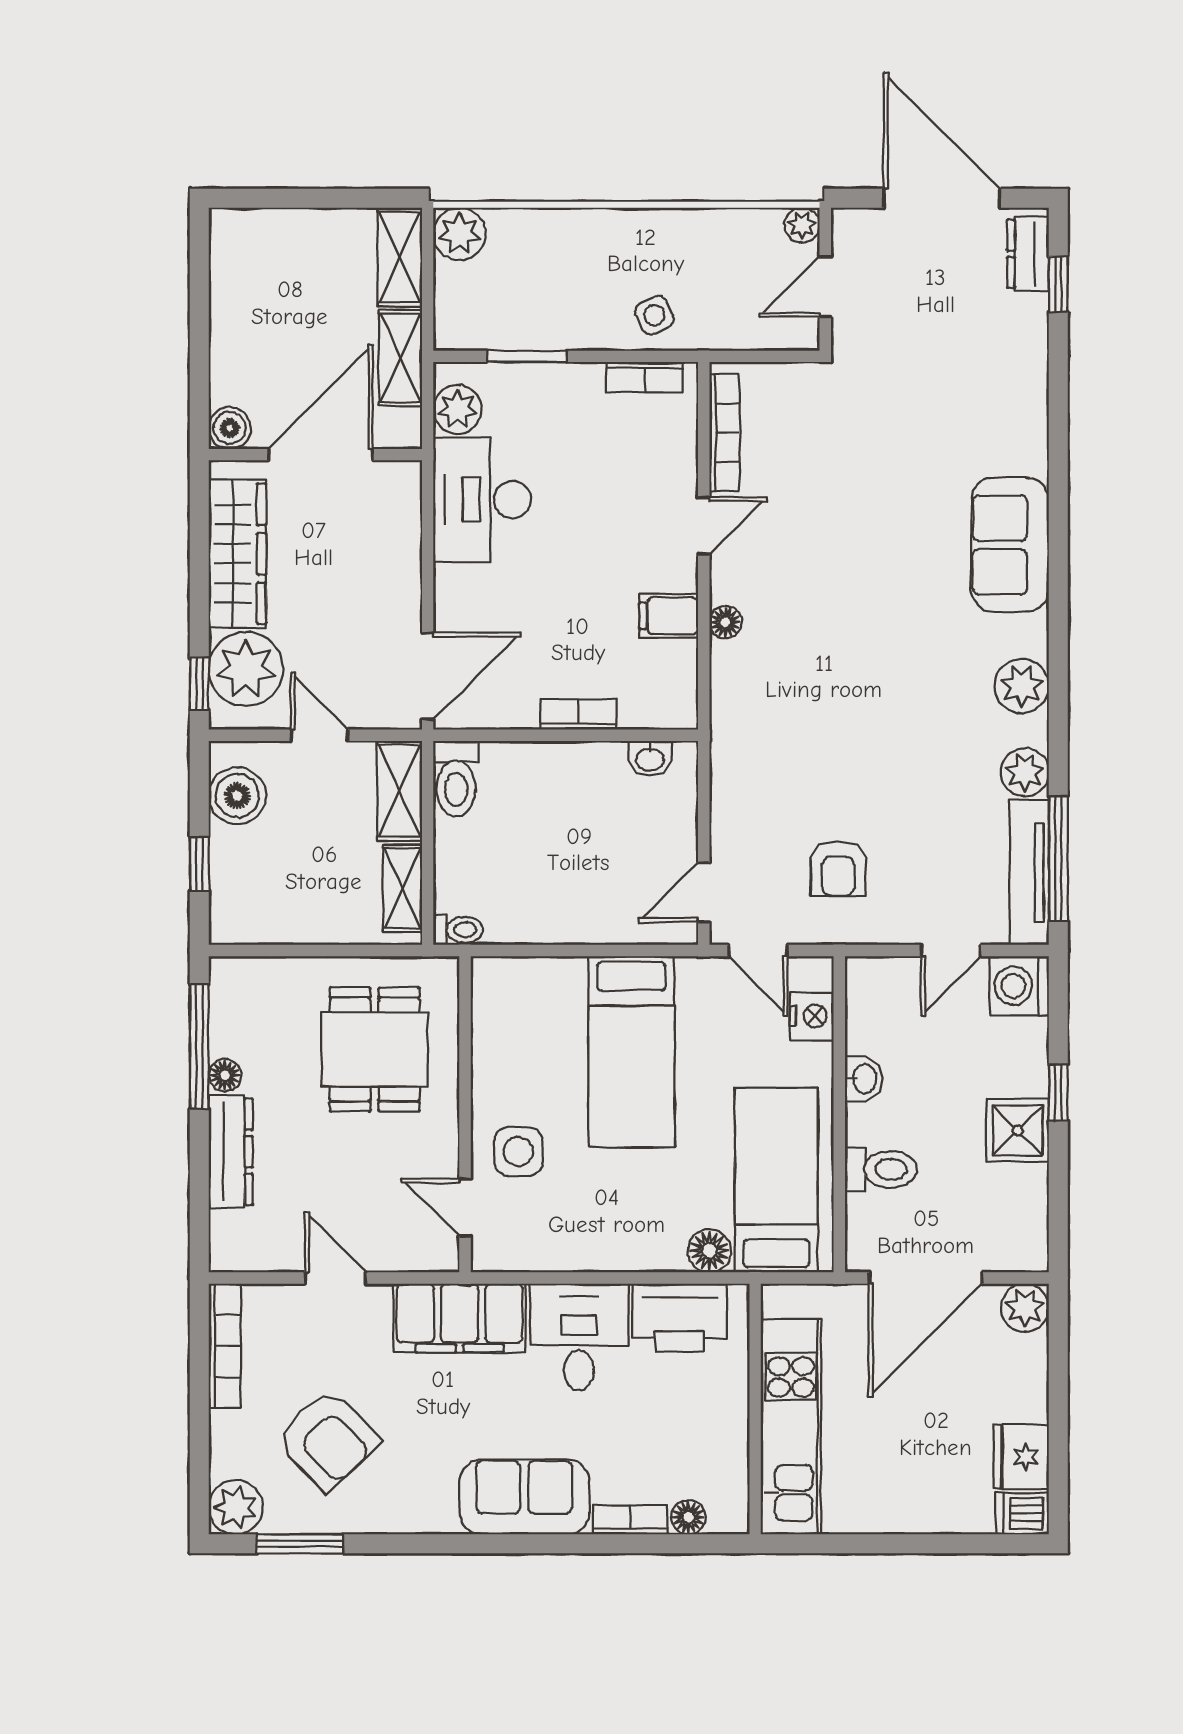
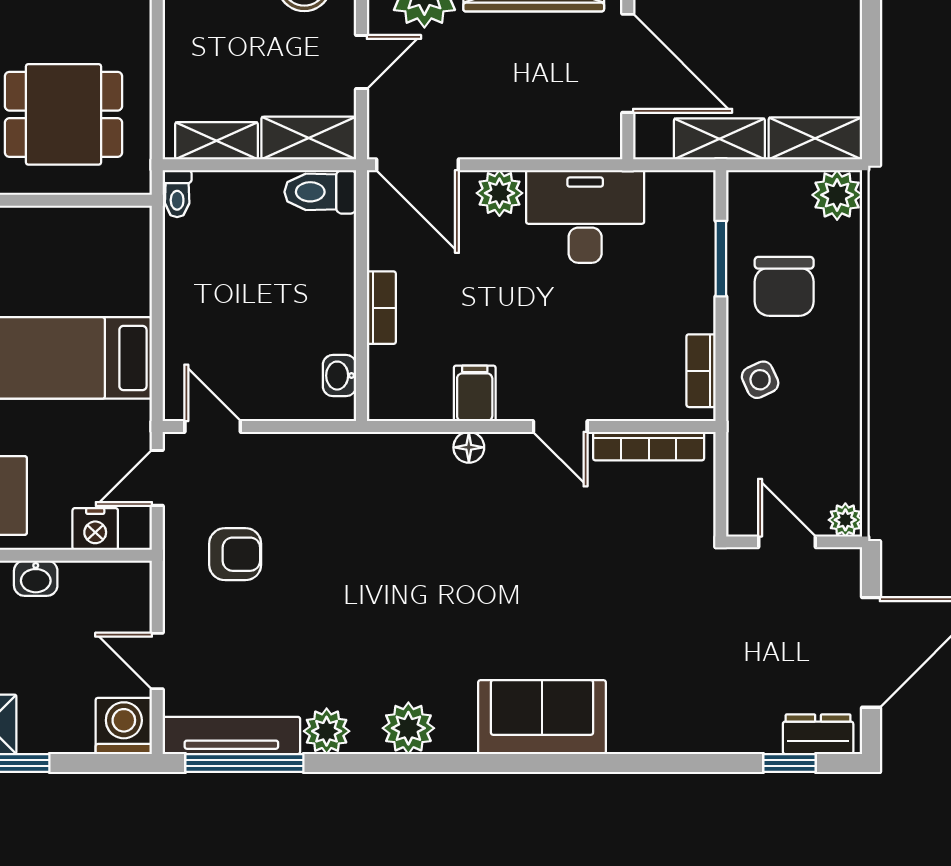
chair: (556, 290) -> (784, 286), added
plant: (457, 409) -> (499, 193), moved
armchair: (838, 868) -> (235, 554), turned 180

